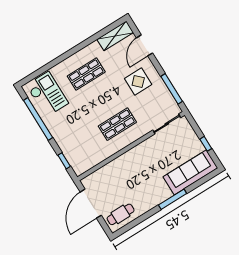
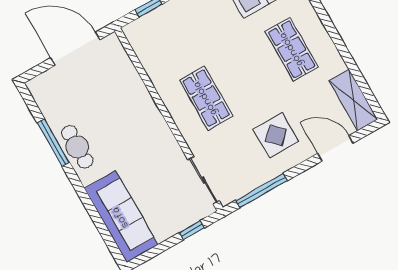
window: (206, 144) -> (192, 230), moved
window: (173, 199) -> (53, 143), moved
cafe table: (121, 214) -> (77, 147), moved

